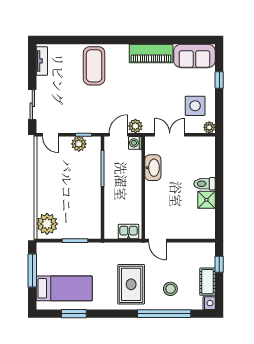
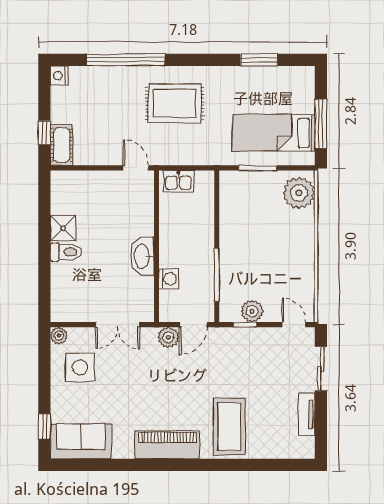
piano: (151, 53) -> (167, 445), moved
tv unit: (42, 61) -> (307, 414), moved
window: (219, 80) -> (44, 426), moved
washing machine: (135, 143) -> (169, 279), moved
washbasin: (153, 168) -> (142, 256), moved
cot: (208, 282) -> (62, 145), moved
rug: (131, 284) -> (175, 103), turned 90
bed: (64, 288) -> (274, 133), moved
stool: (170, 289) -> (116, 97), removed

